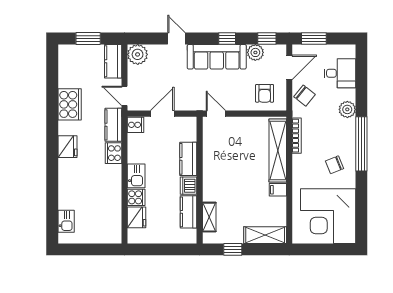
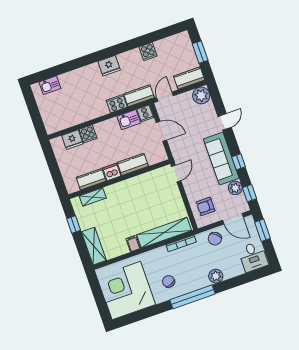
desk: (340, 73) -> (253, 257), moved
cooker: (70, 104) -> (148, 51), width x0.53, depth x0.76
kitchen sink: (136, 176) -> (129, 120), moved

